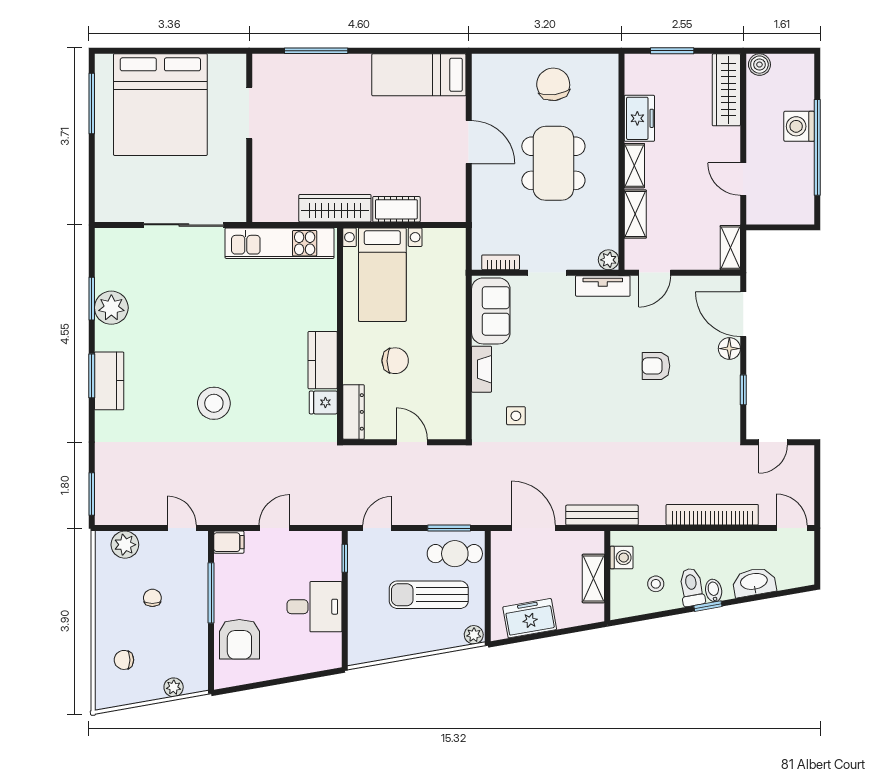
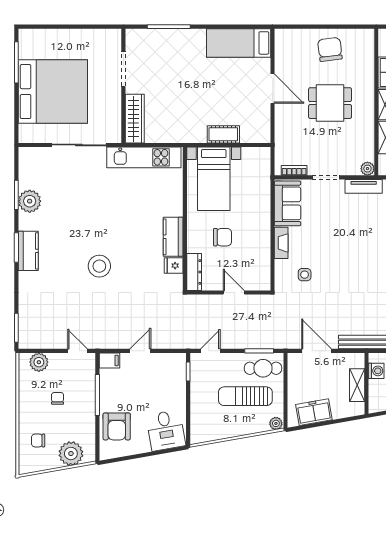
bed: (160, 105) -> (53, 92), moved, turned -90
dining table: (553, 163) -> (330, 103), width x0.73
wardrobe: (335, 208) -> (135, 119), moved, turned 90
desk: (314, 607) -> (166, 430), moved, turned 80
plant: (174, 687) -> (71, 454), width x1.88, depth x1.88

